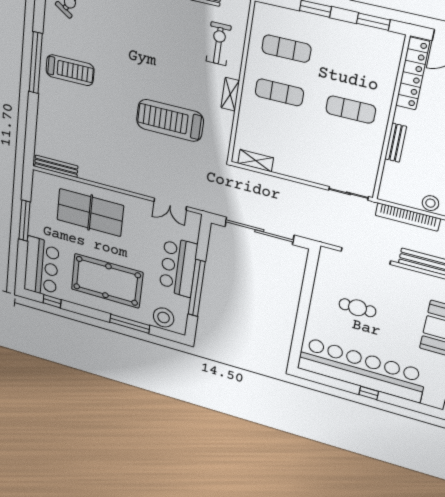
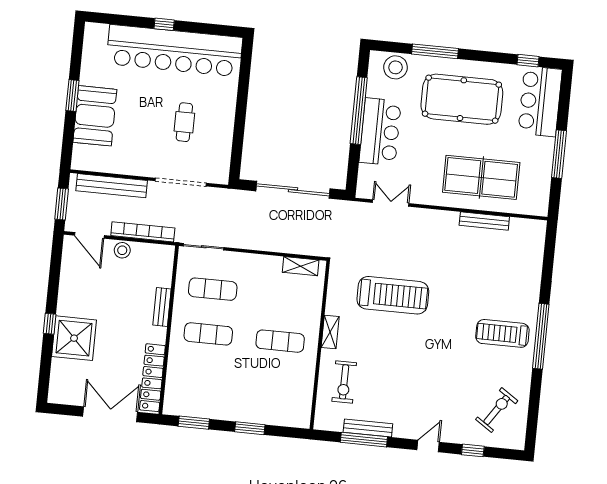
exercise mat: (286, 49) -> (213, 289), moved
bench: (56, 166) -> (484, 221), moved
cafe table: (357, 308) -> (184, 122), turned 90

